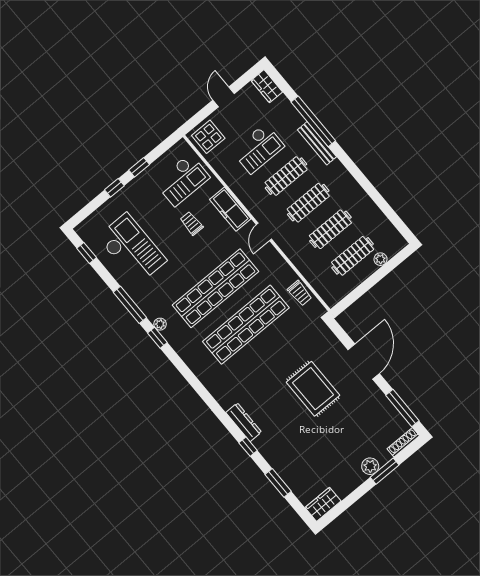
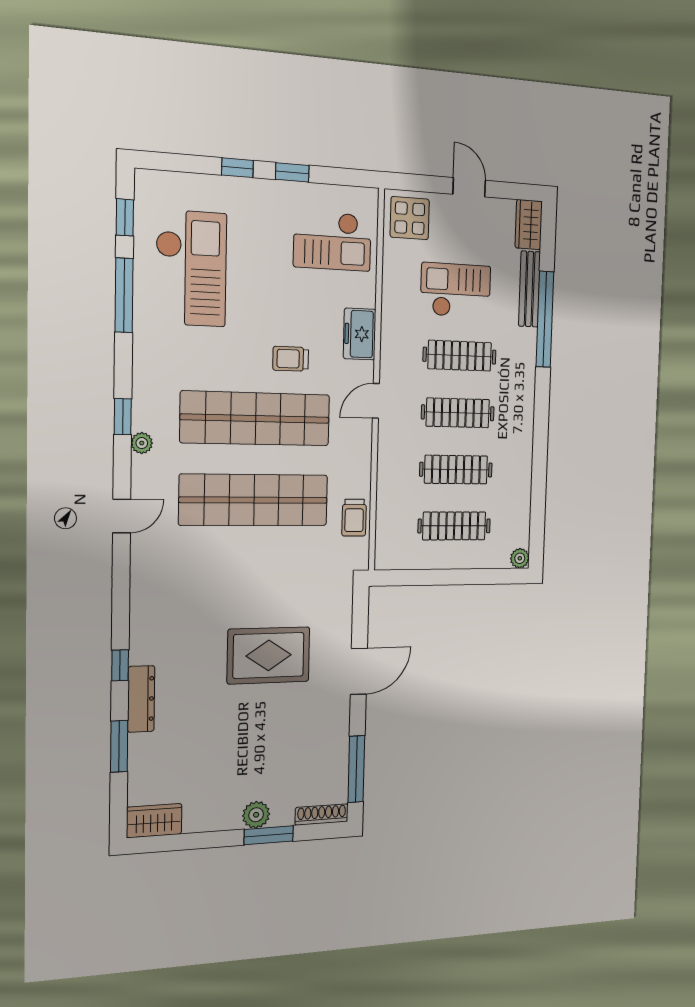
door: (224, 97) -> (469, 187), hinge flipped
bench: (317, 143) -> (529, 289), moved
checkout: (258, 149) -> (456, 290), turned 180
freezer: (230, 209) -> (360, 334), width x0.71
trolley: (192, 223) -> (291, 359), moved, turned -90
plant: (380, 259) -> (520, 558), moved
window: (130, 305) -> (124, 295), moved
plant: (160, 324) -> (142, 443), moved
door: (364, 362) -> (359, 671), width x0.73
door: (193, 381) -> (122, 516), added
rug: (313, 389) -> (269, 655), turned 90
dresser: (244, 422) -> (141, 699), moved

